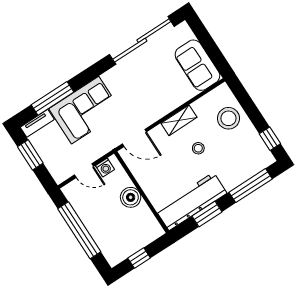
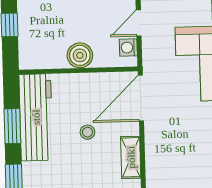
door: (134, 138) -> (141, 98), width x1.36
stool: (198, 148) -> (87, 132), moved

